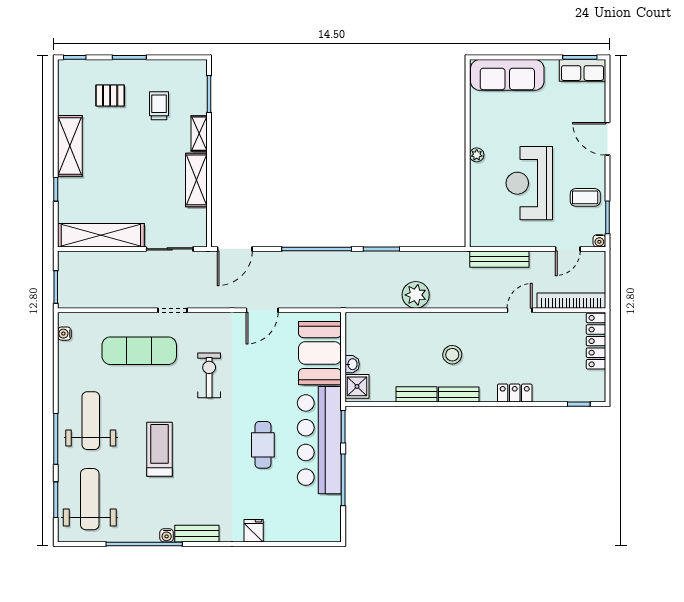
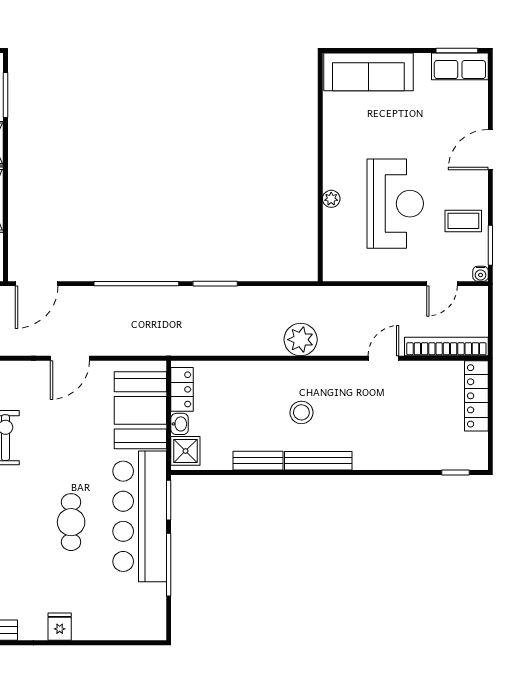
door: (607, 139) -> (490, 150), hinge flipped
plant: (477, 155) -> (331, 199), moved
reception desk: (529, 183) -> (395, 204), turned 180
bench: (499, 259) -> (359, 296), removed
plant: (416, 295) -> (301, 340), moved
locker: (515, 393) -> (182, 389), moved, turned 90
bench: (459, 394) -> (318, 461), width x1.36

